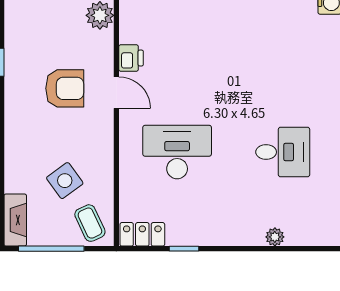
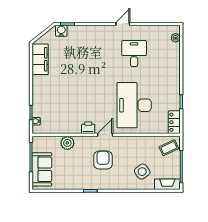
desk: (177, 152) -> (134, 105), width x1.36, depth x1.30
side table: (65, 181) -> (142, 172), moved
plant: (275, 237) -> (176, 38), moved

